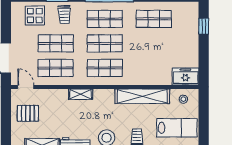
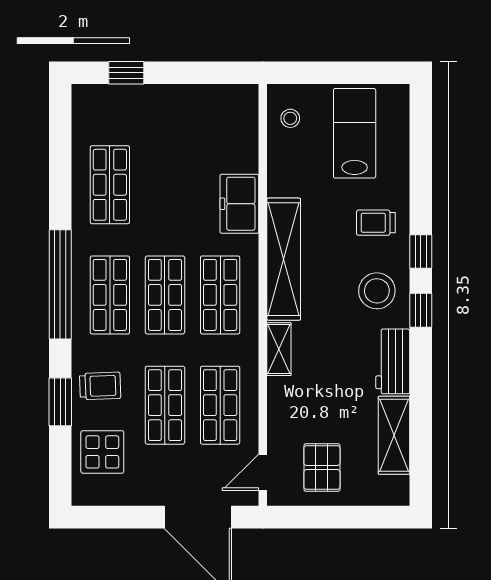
freezer: (185, 77) -> (239, 204), moved
shelving: (142, 96) -> (284, 259), moved

